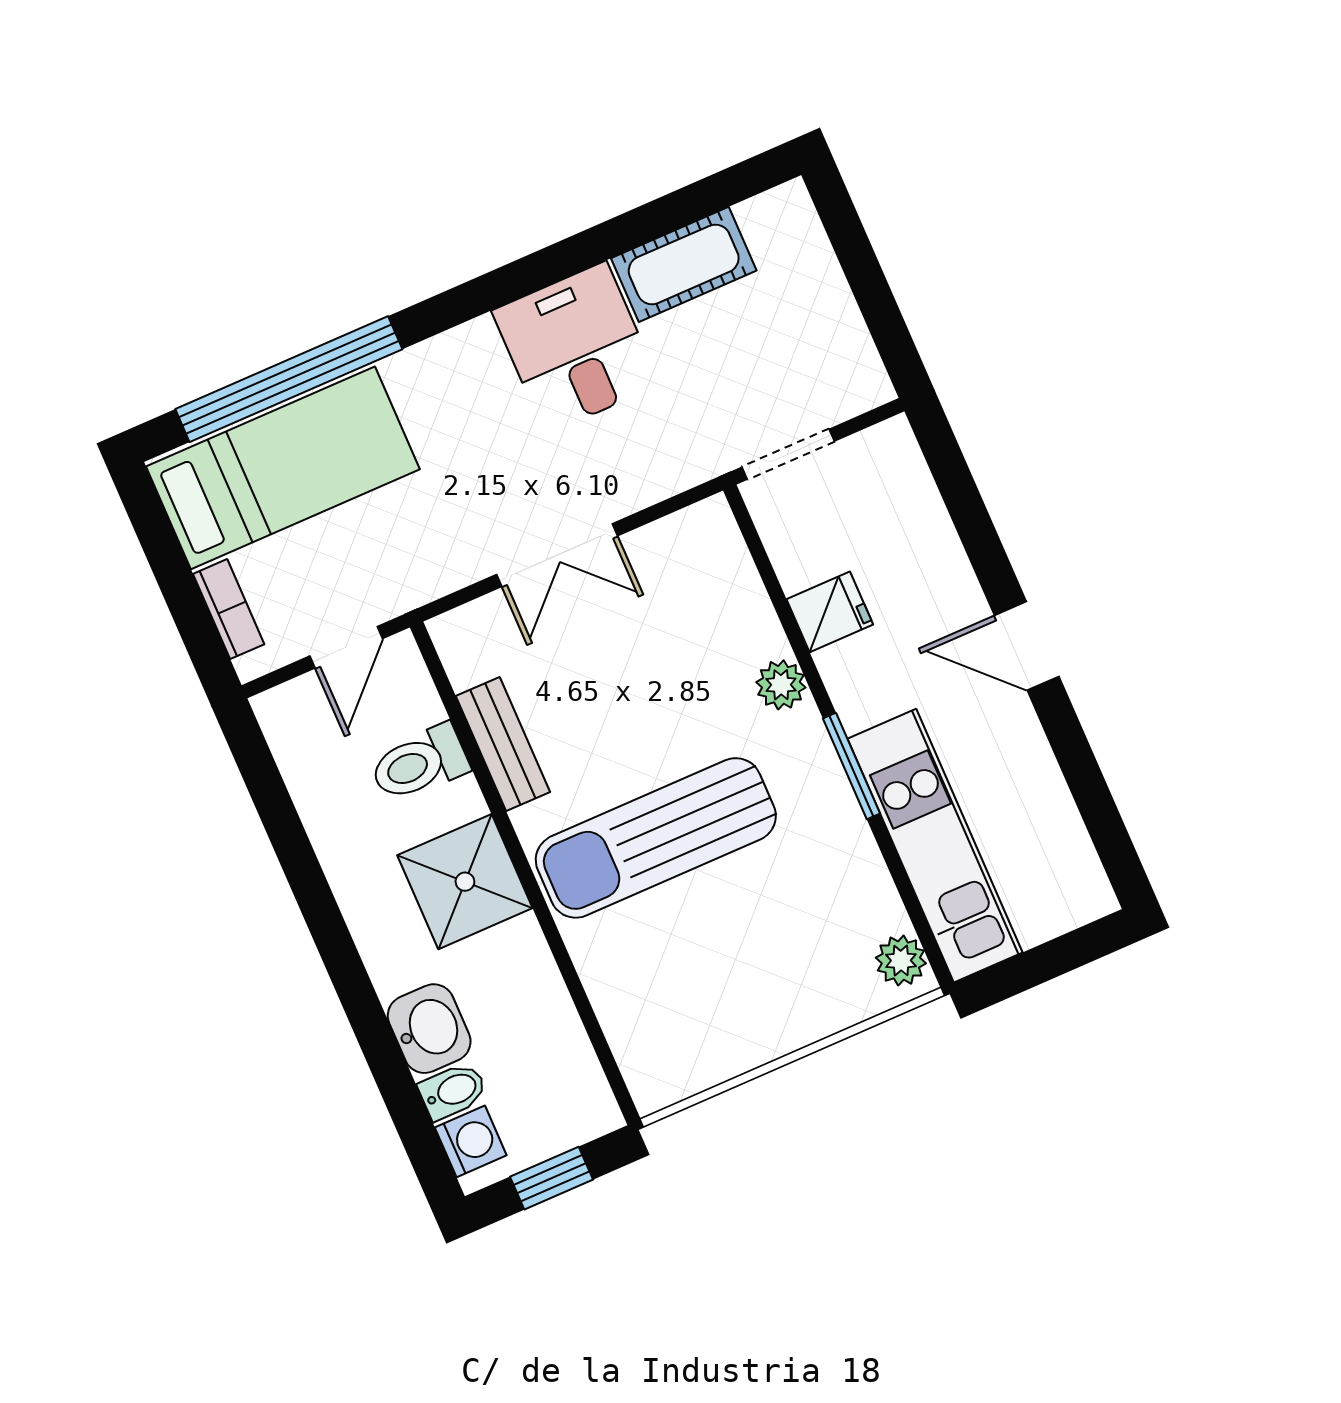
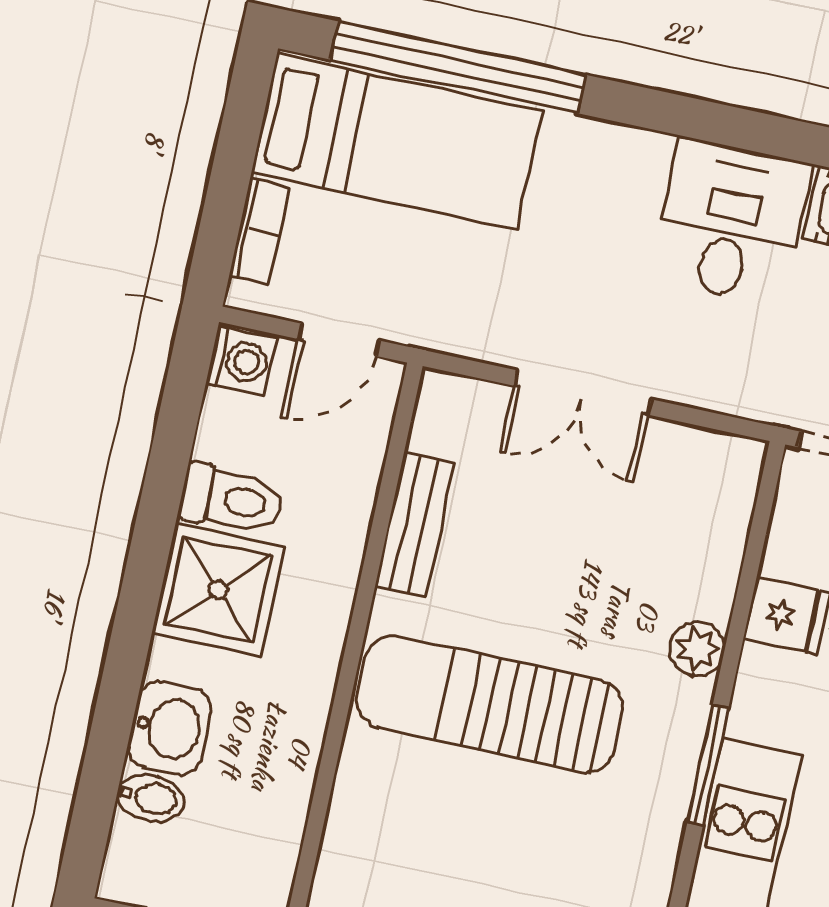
toilet: (419, 763) -> (231, 499), moved, turned 180
shower: (465, 882) -> (218, 590), moved
washing machine: (471, 1141) -> (241, 361), moved

